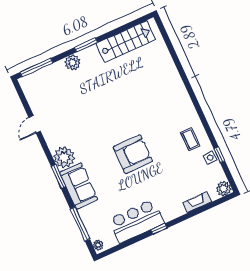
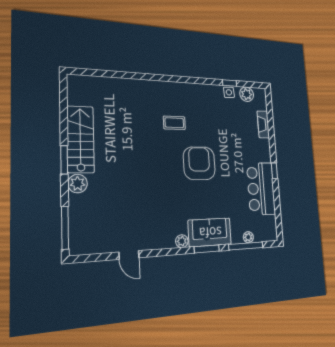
stairs: (126, 41) -> (80, 139), moved
coffee table: (190, 139) -> (174, 123), moved
plant: (64, 157) -> (182, 241), width x0.53, depth x0.53
window: (58, 176) -> (207, 249), moved
plant: (224, 188) -> (247, 94), moved
plant: (98, 245) -> (248, 237), moved

